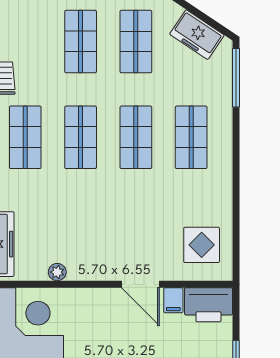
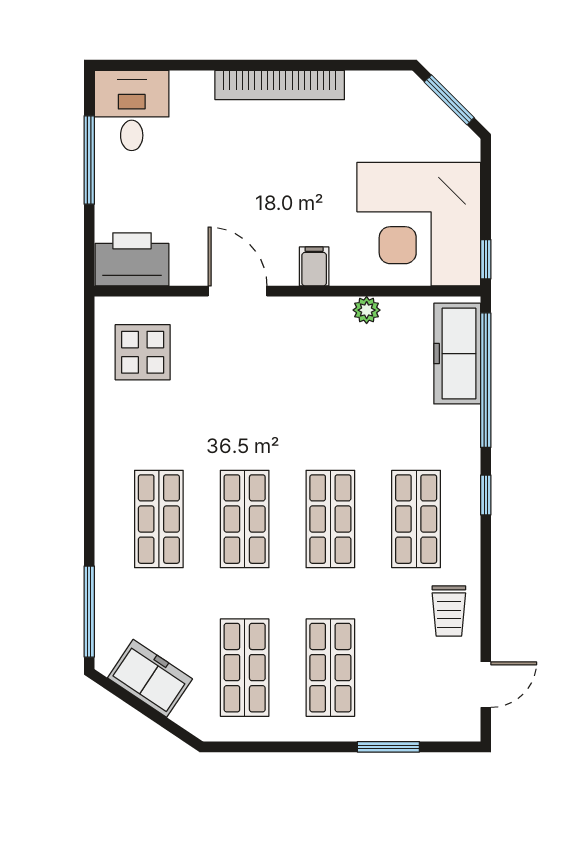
filing cabinet: (173, 300) -> (314, 266), moved

